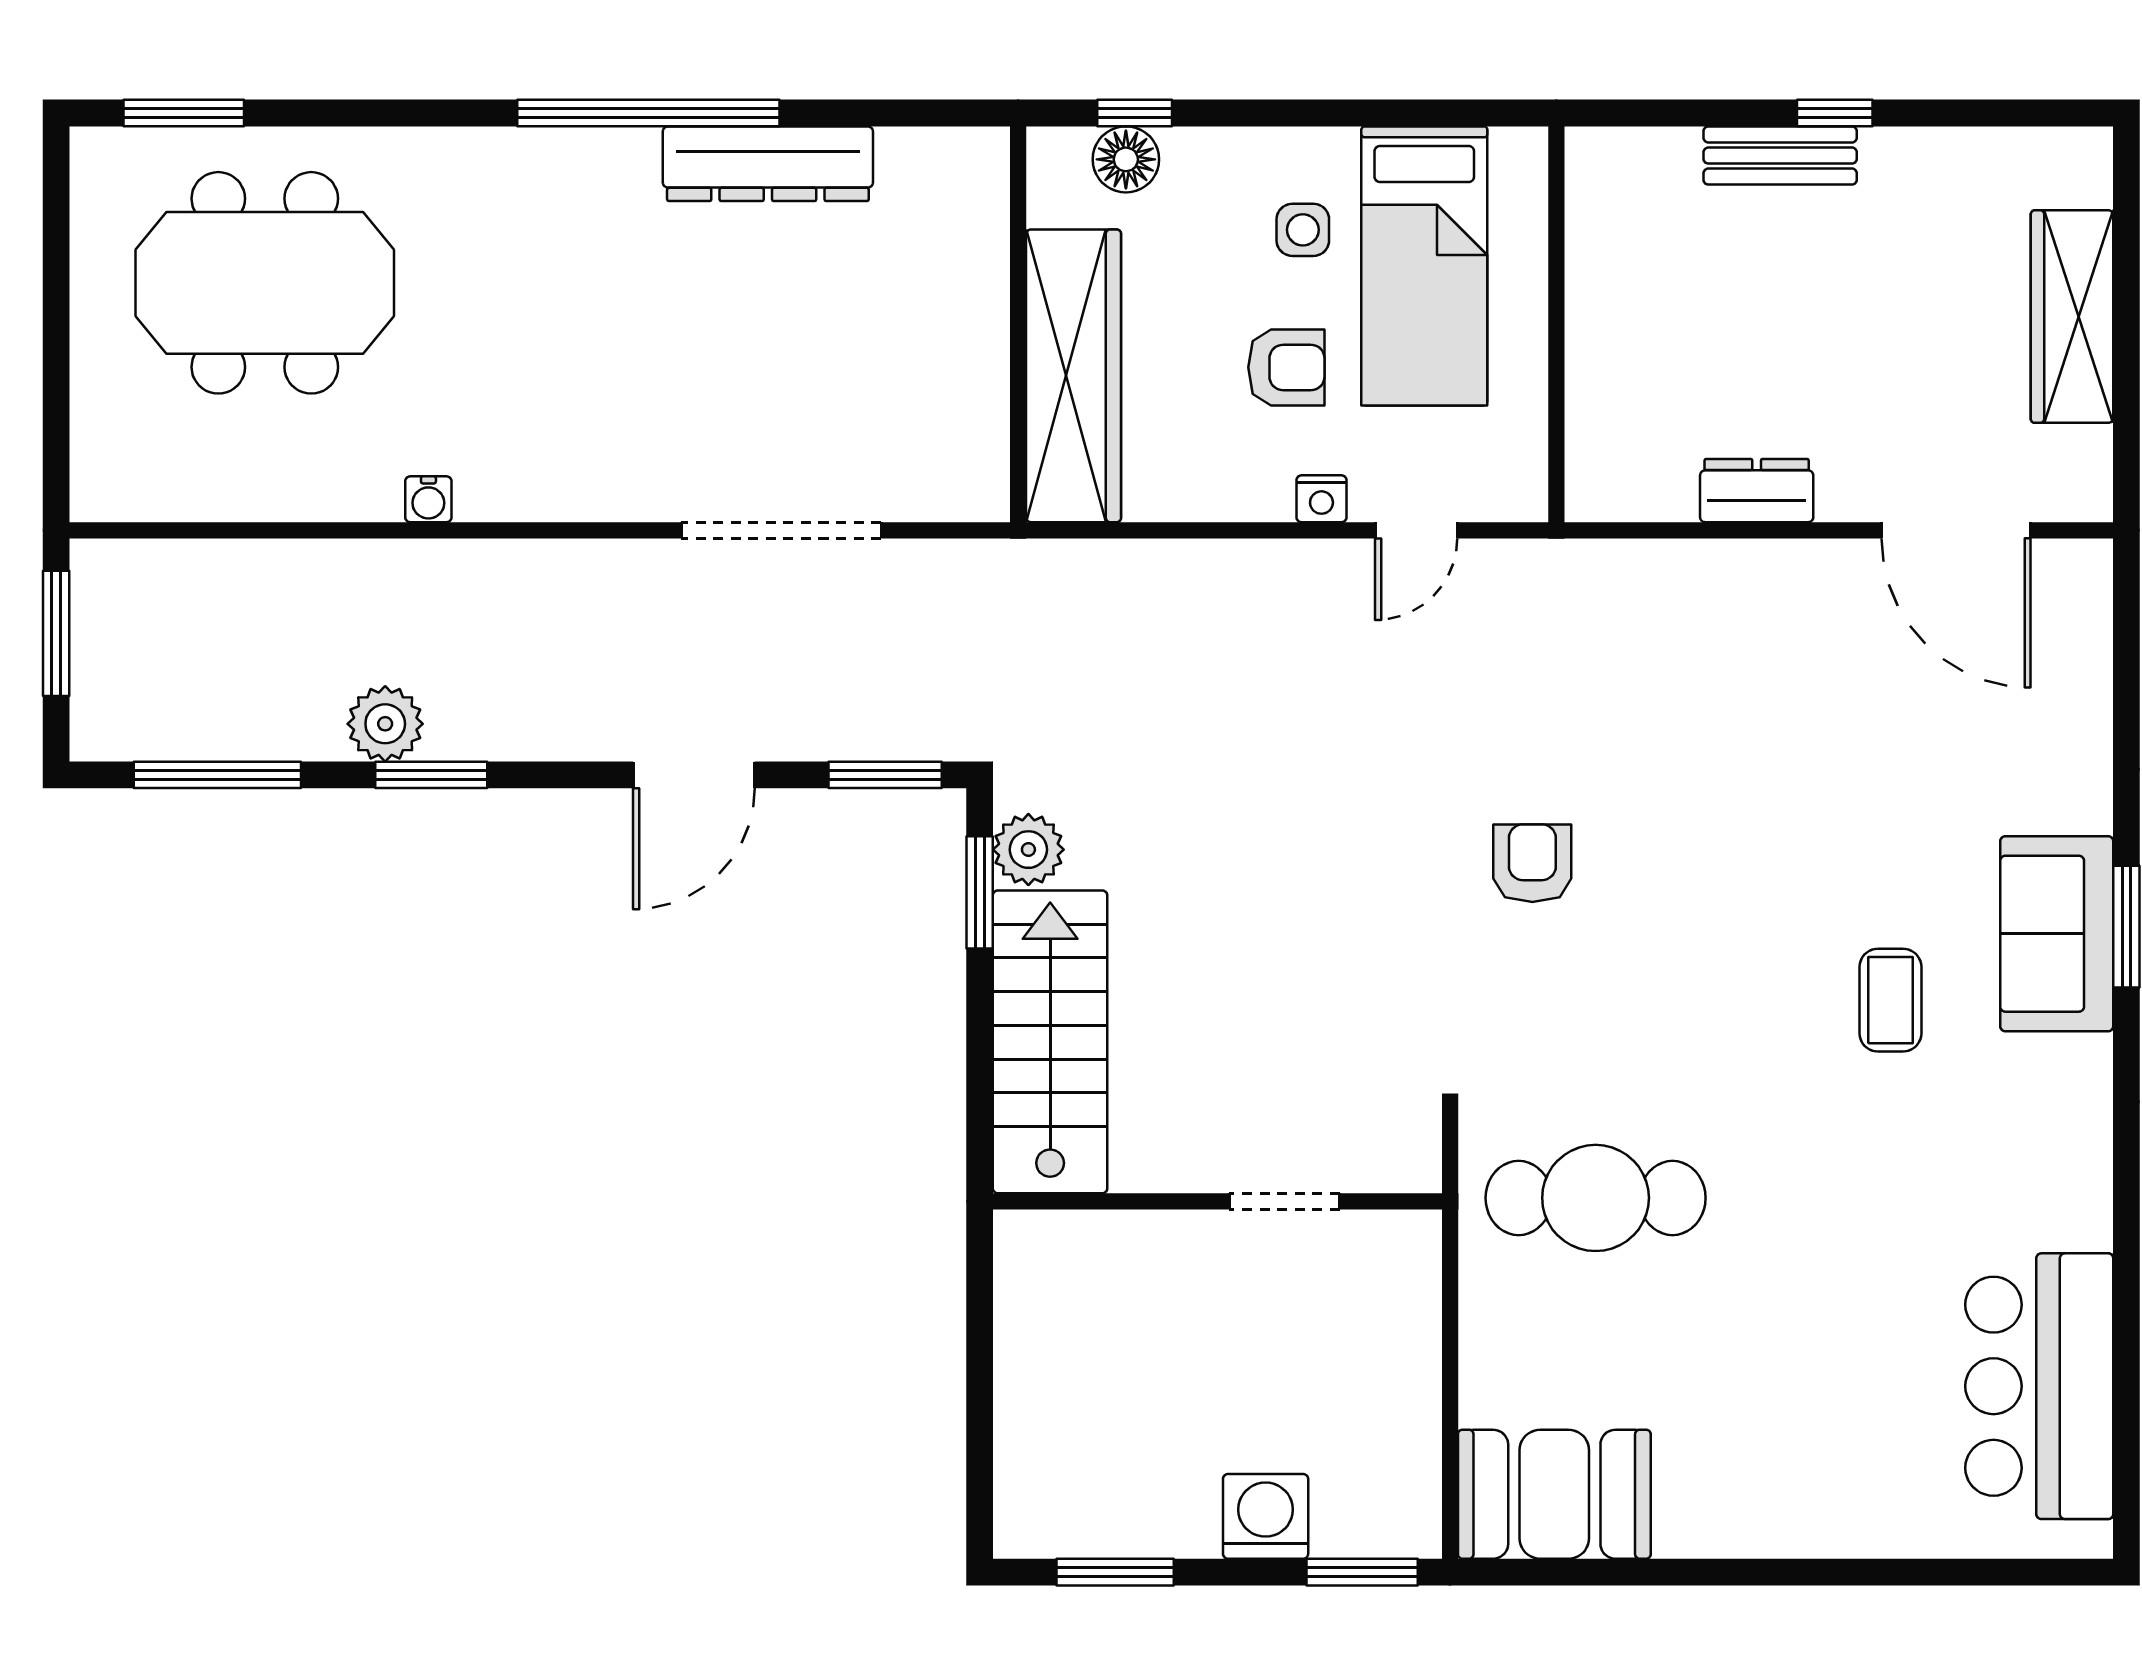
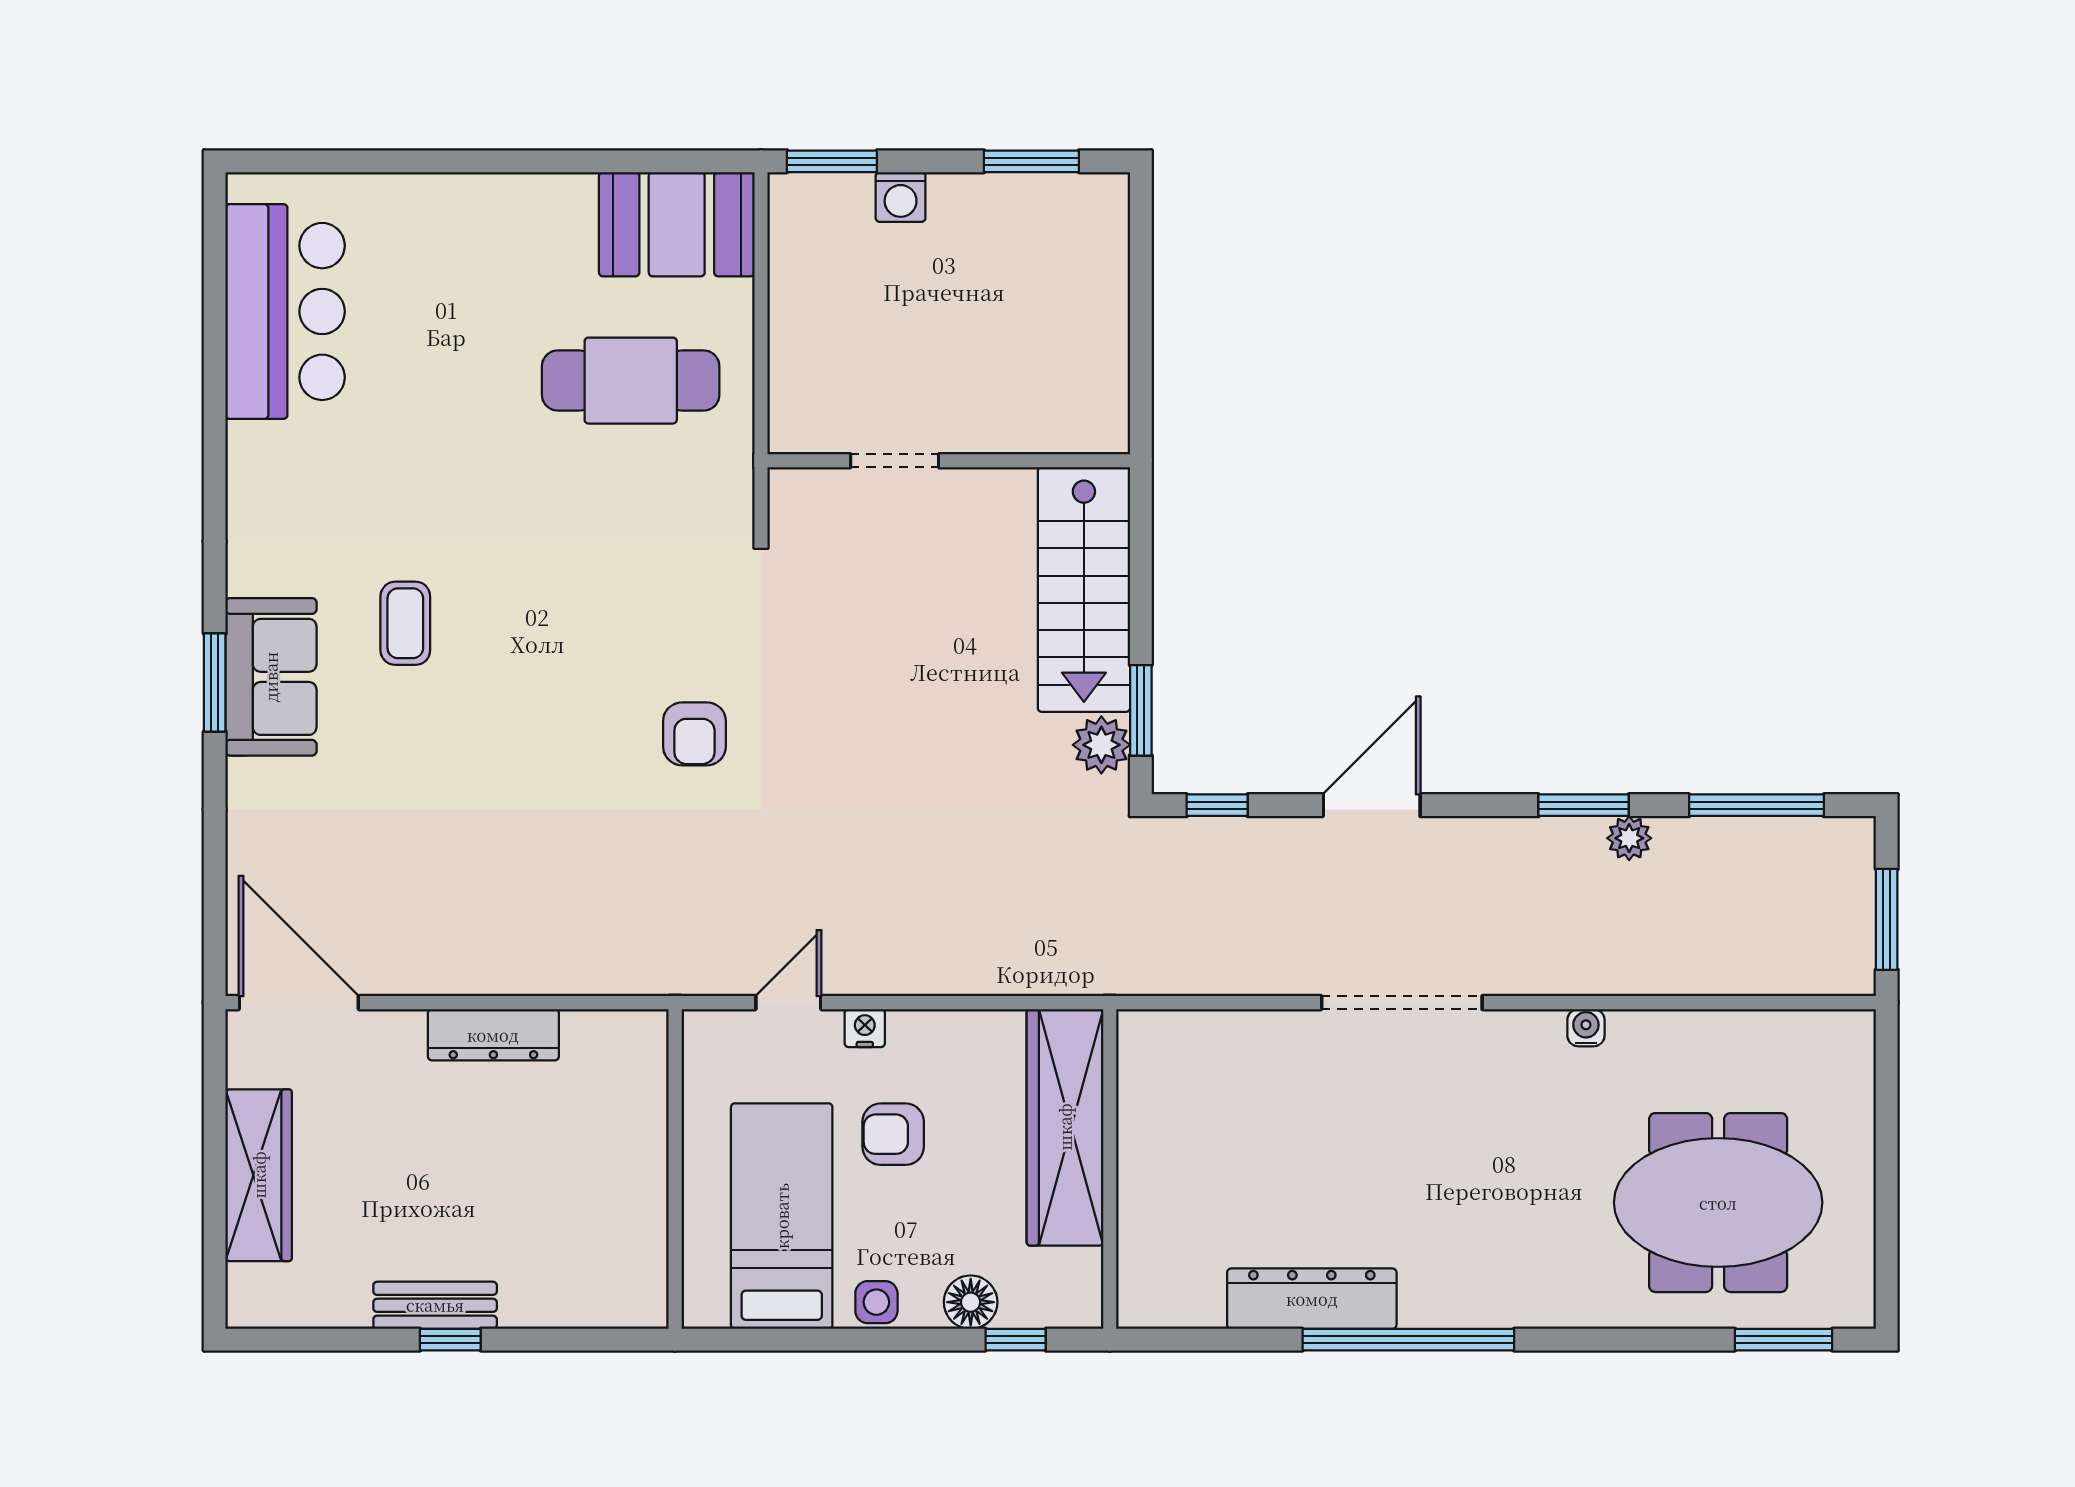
bench: (1780, 156) -> (435, 1305), moved
floor lamp: (1126, 159) -> (971, 1302), moved
side table: (1303, 230) -> (876, 1302), moved
dresser: (1757, 491) -> (493, 1035), width x1.44
doorway: (781, 530) -> (1402, 1003), moved
door: (1956, 530) -> (299, 1003), moved
plant: (385, 724) -> (1629, 838), width x0.73, depth x0.73
window: (885, 775) -> (1217, 805), width x0.67
cafe table: (1596, 1198) -> (631, 381), moved
washing machine: (1266, 1516) -> (901, 197), width x0.73, depth x0.73

